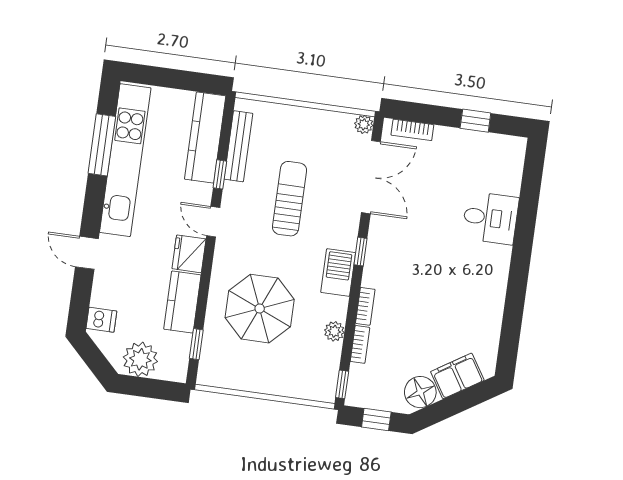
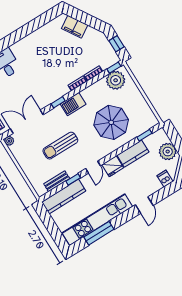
bench: (238, 146) -> (57, 181), width x0.73
plant: (334, 331) -> (116, 80), moved, width x1.87, depth x1.87
floor lamp: (420, 392) -> (92, 36), removed

